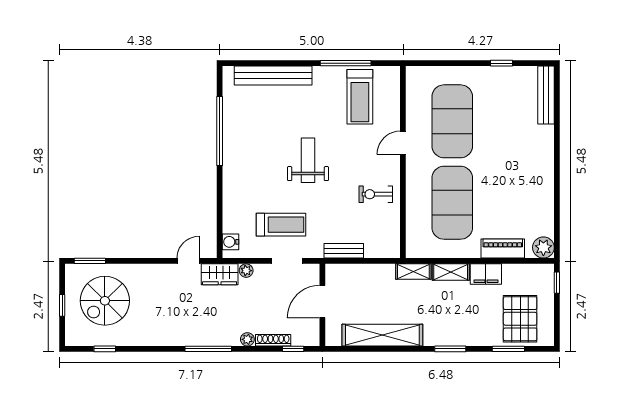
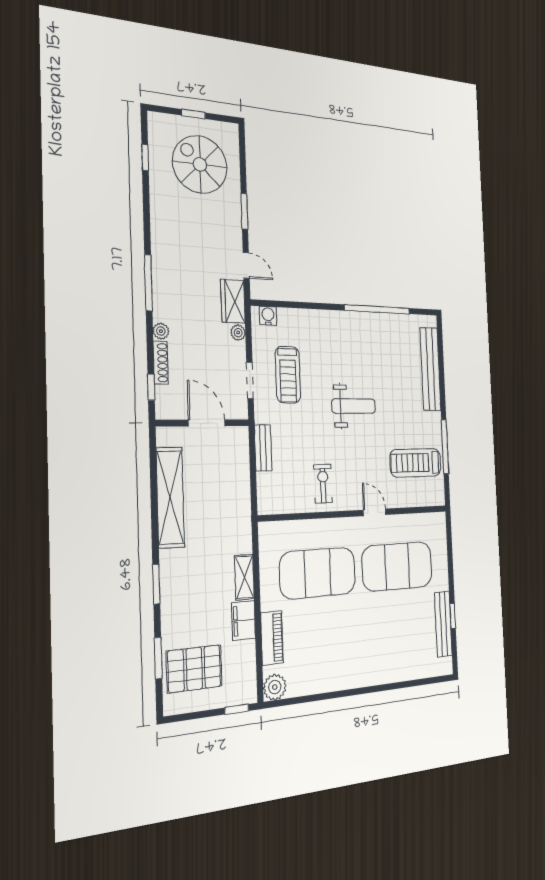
bench: (546, 95) -> (443, 624), moved, turned 90
window: (90, 261) -> (244, 211), moved
shelving: (413, 272) -> (243, 532), removed

